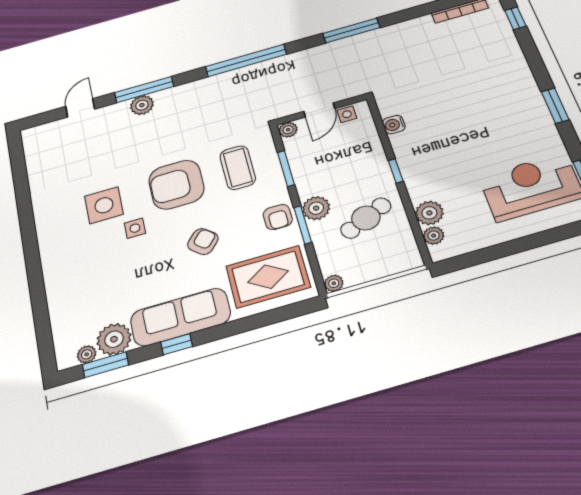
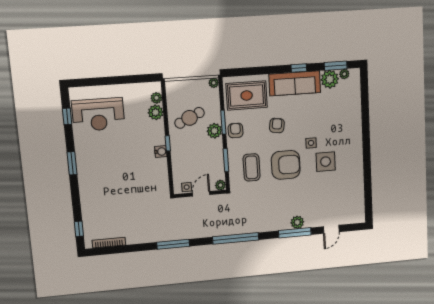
water cooler: (394, 125) -> (161, 152), moved
armchair: (203, 241) -> (277, 126), turned 147

